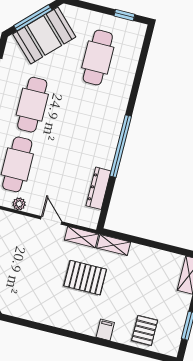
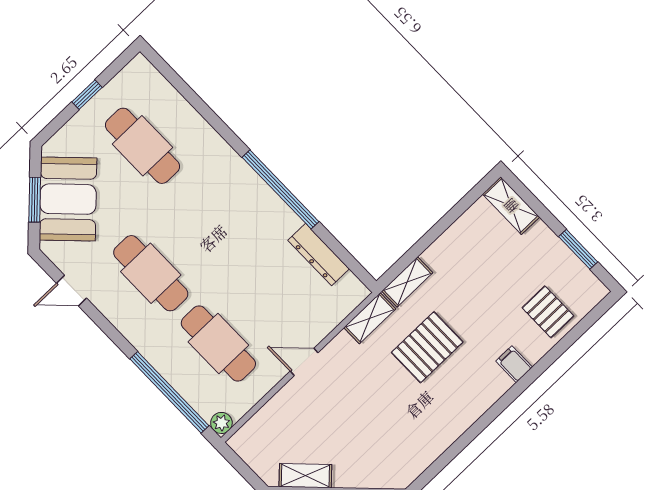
window: (124, 15) -> (87, 95), moved
window: (33, 18) -> (35, 200), width x0.69
plant: (19, 204) -> (273, 374), removed
door: (51, 220) -> (304, 362), moved

